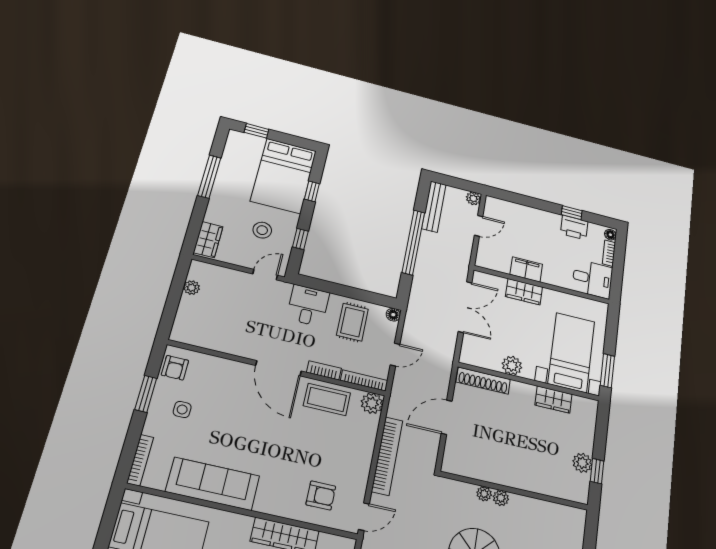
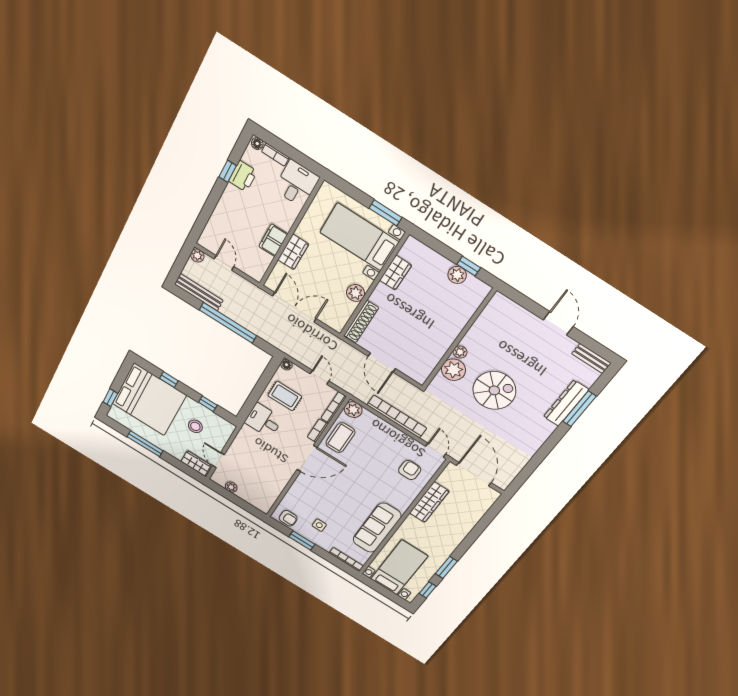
bed: (284, 176) -> (149, 400), width x1.36
door: (265, 275) -> (218, 460), moved
plant: (484, 494) -> (453, 370), width x1.87, depth x1.87

